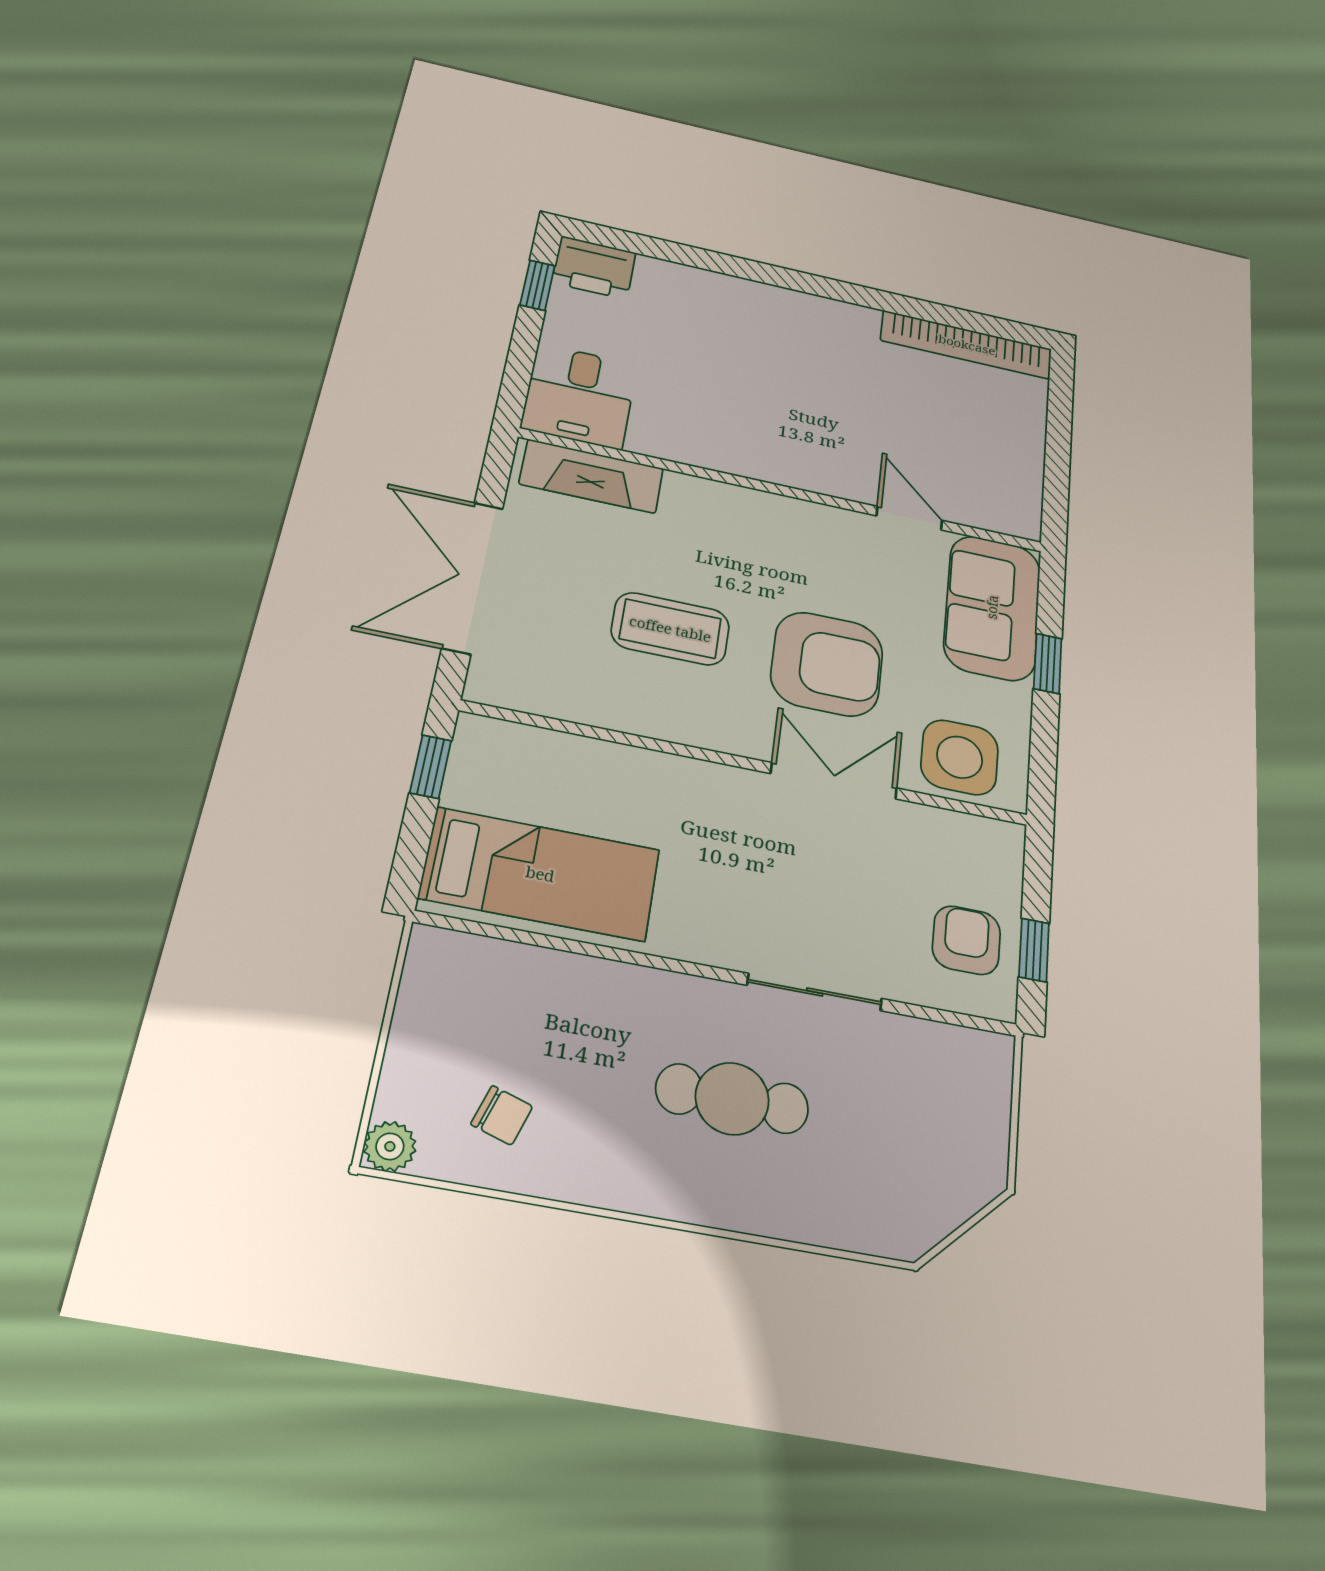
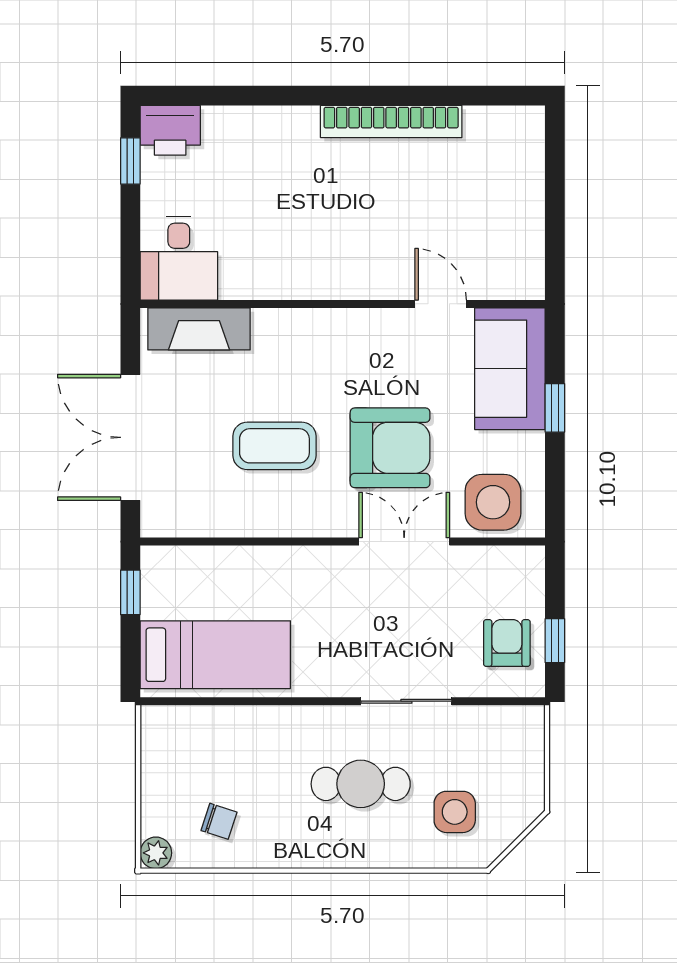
bookcase: (967, 345) -> (391, 121), moved
side table: (871, 1167) -> (455, 812), added

